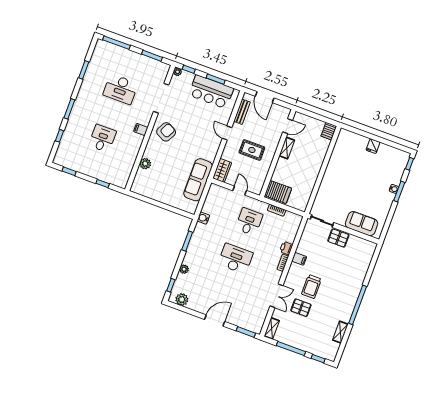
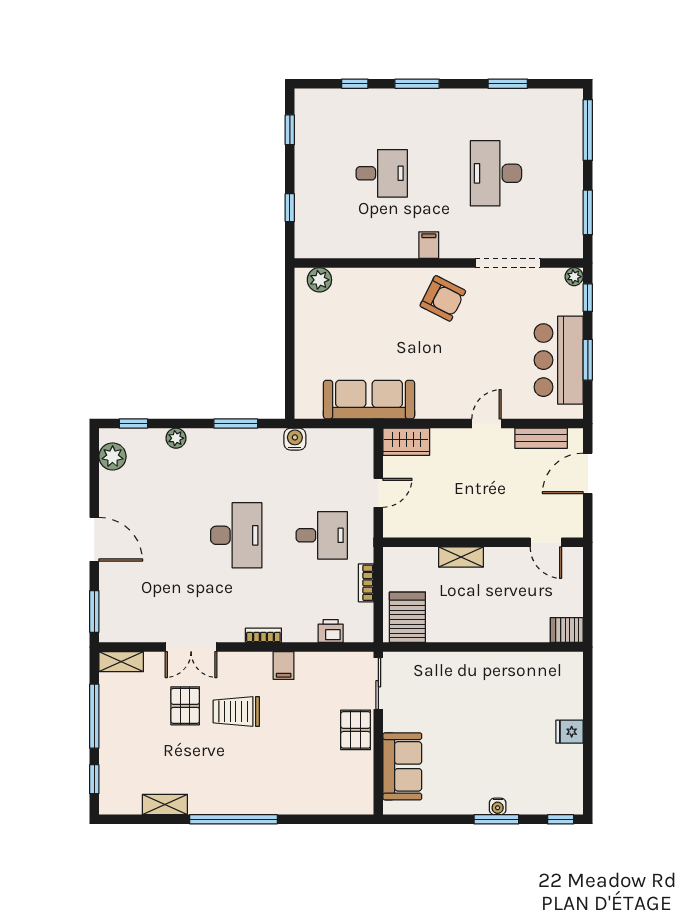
shelving: (287, 148) -> (461, 557), moved
rug: (252, 150) -> (470, 487), removed
plant: (145, 164) -> (319, 280), moved
server rack: (278, 192) -> (407, 617), moved, turned 180
printer: (286, 248) -> (331, 631), moved

